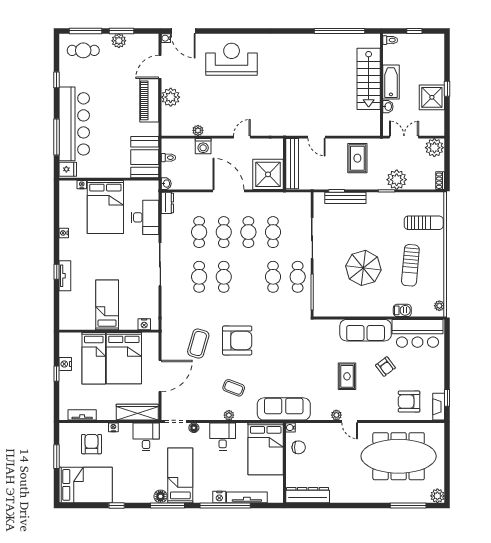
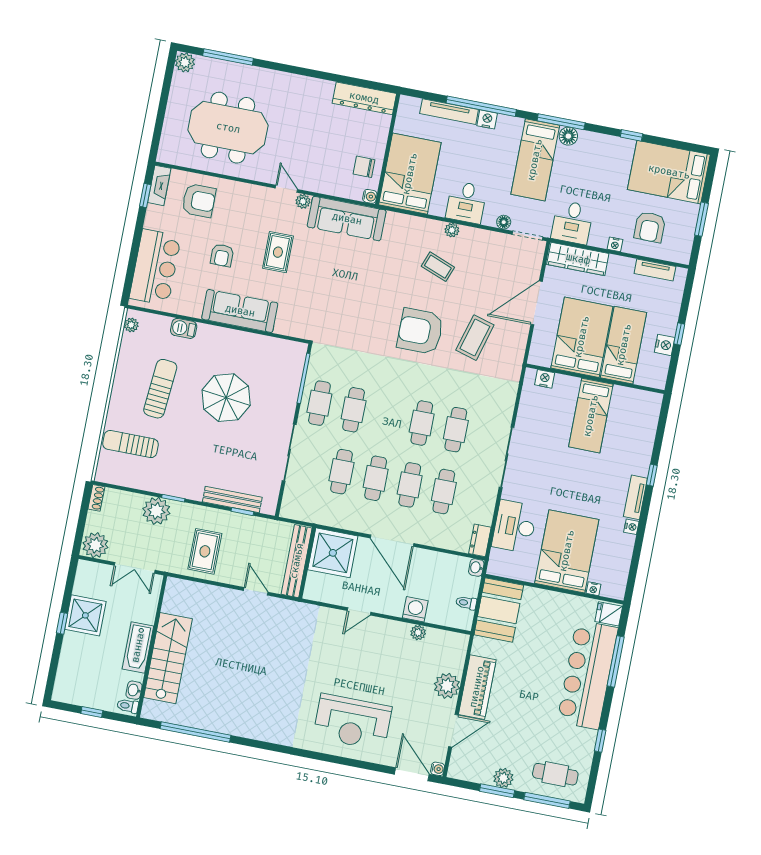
washbasin: (388, 107) -> (134, 690), moved
tv unit: (65, 276) -> (635, 497), moved
bar counter: (417, 333) -> (155, 267), moved, turned 90
armchair: (385, 367) -> (222, 255), turned -143
sofa: (284, 409) -> (347, 219), moved
meeting table: (399, 456) -> (228, 128), width x0.73

